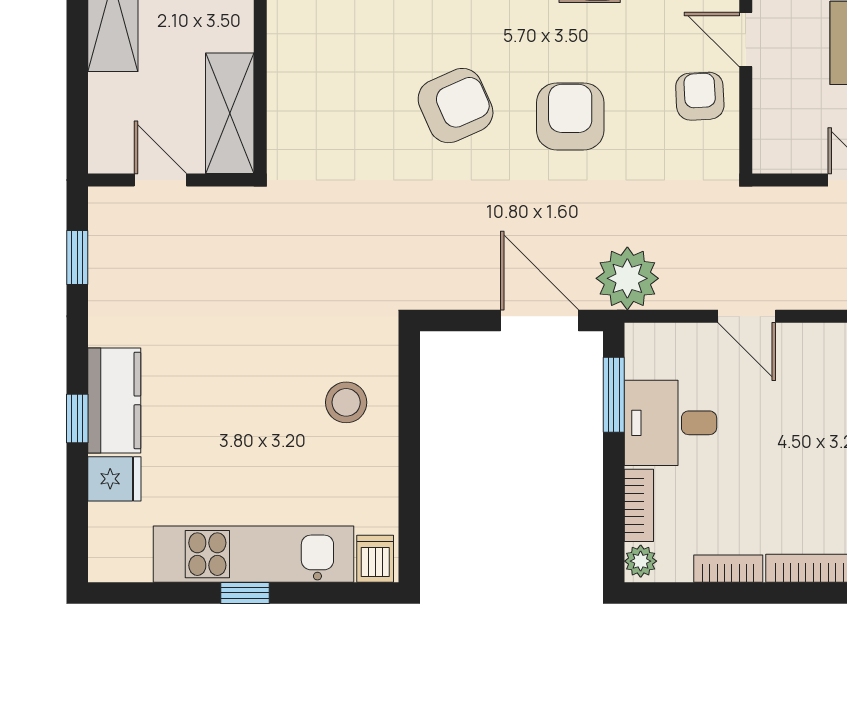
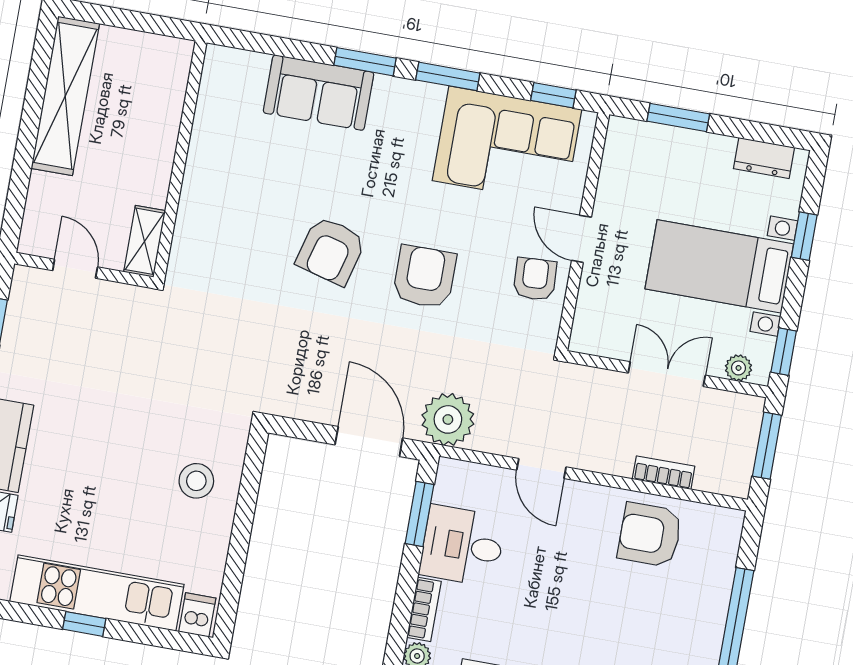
armchair: (456, 106) -> (331, 251), turned 129
shelving: (230, 113) -> (145, 241), width x0.67, depth x0.75

